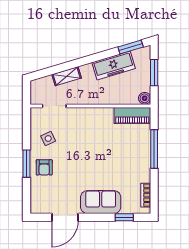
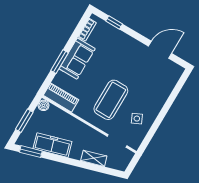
coffee table: (83, 142) -> (111, 100), added
window: (154, 149) -> (59, 62), width x0.69
window: (26, 164) -> (165, 109), removed
armchair: (44, 167) -> (153, 98), removed
sofa: (101, 202) -> (77, 59), moved, turned -90

